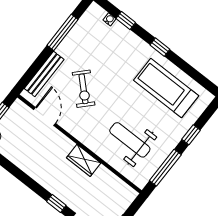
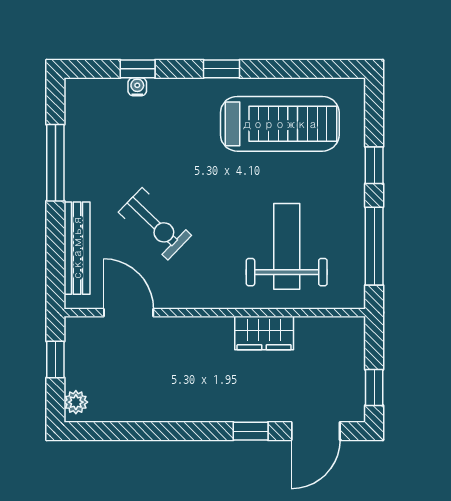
water cooler: (109, 19) -> (137, 87), moved
treadmill: (166, 88) -> (280, 124), turned 180
weight bench: (130, 140) -> (287, 246), turned 90
wardrobe: (84, 160) -> (264, 333), moved

